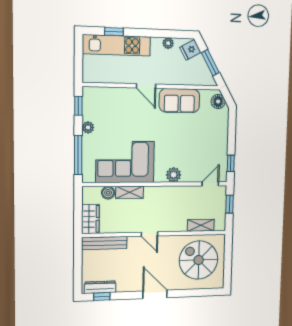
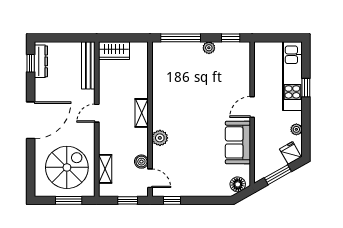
window: (114, 32) -> (306, 88), moved
corner sofa: (125, 162) -> (173, 86), removed
shelving: (130, 192) -> (142, 113), moved
boiler: (108, 193) -> (141, 162), moved
window: (228, 258) -> (69, 200), added
door: (155, 294) -> (31, 120), width x1.36

